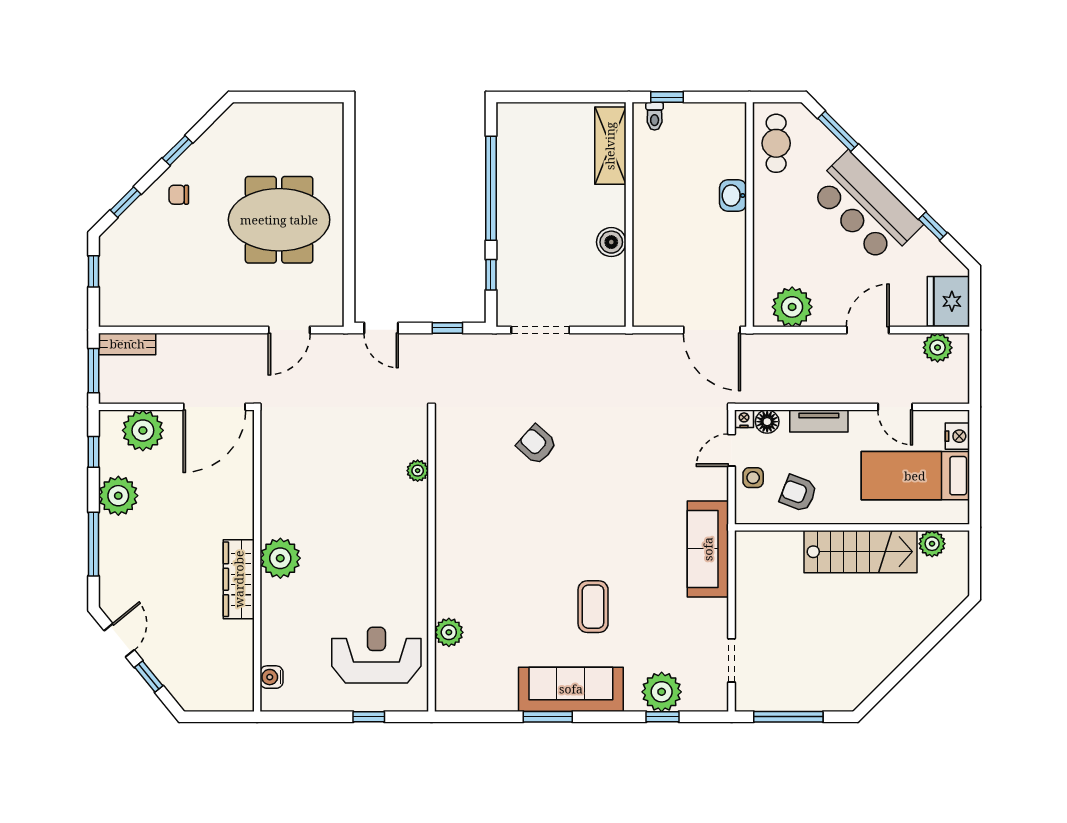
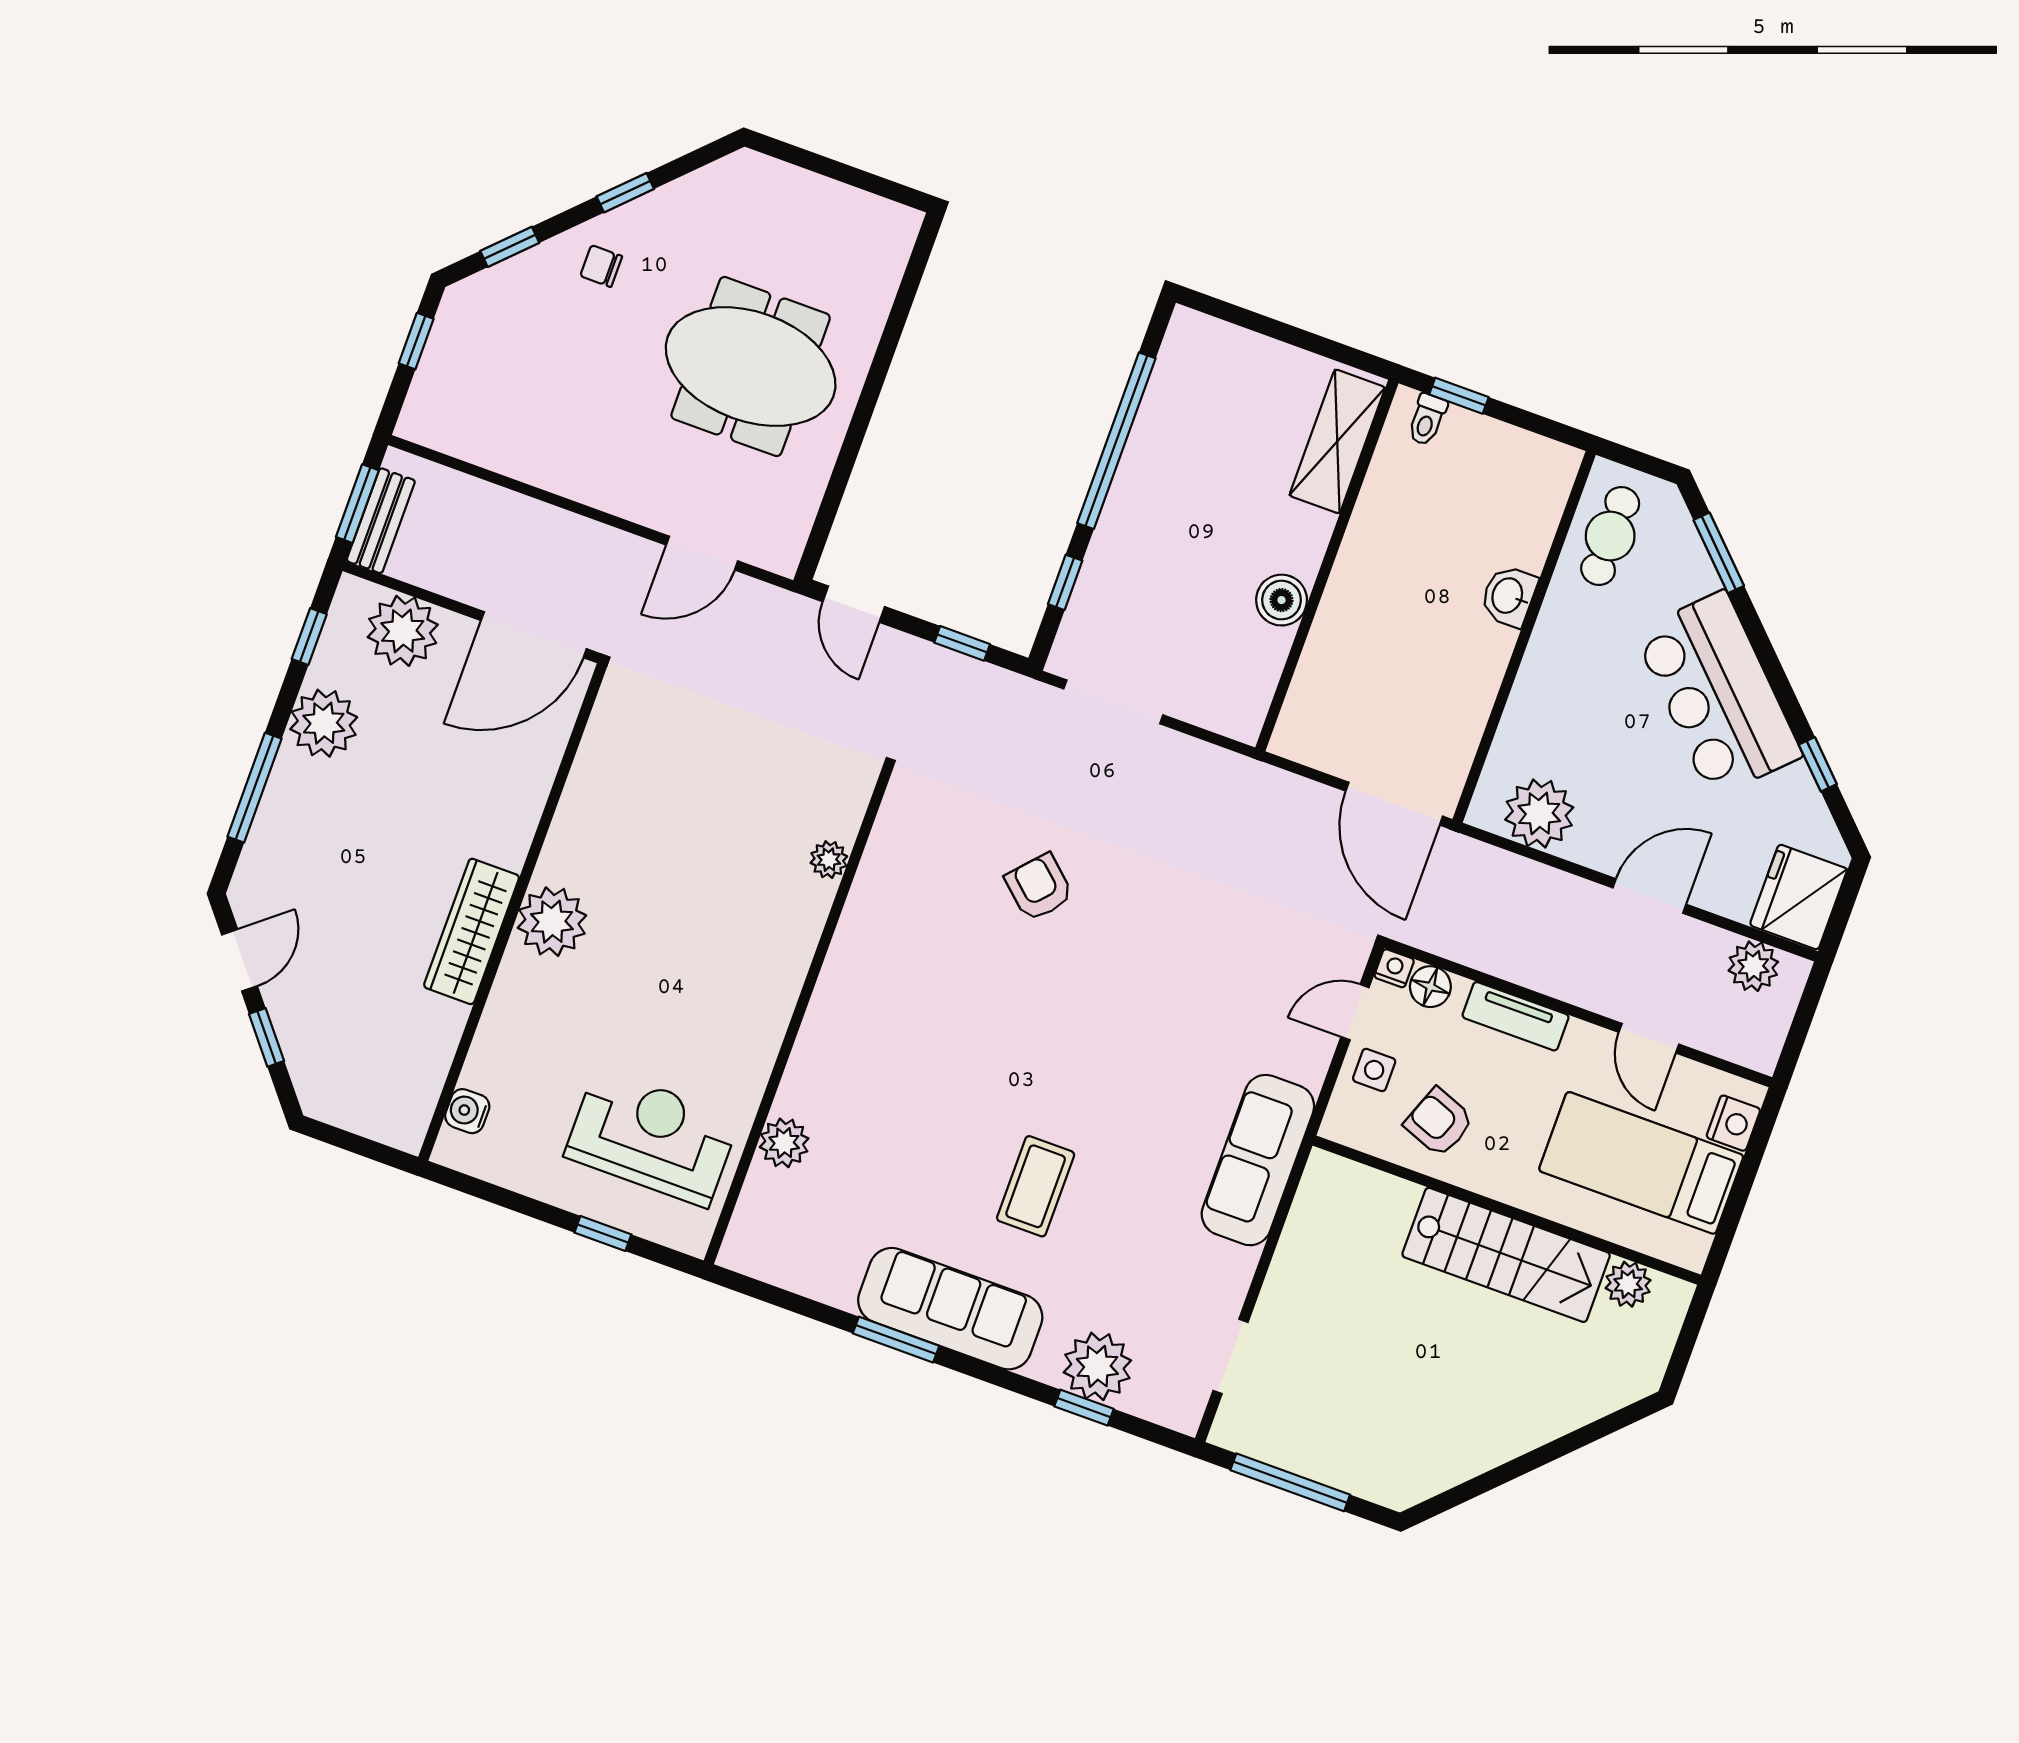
bench: (127, 344) -> (381, 521), moved, turned 90

